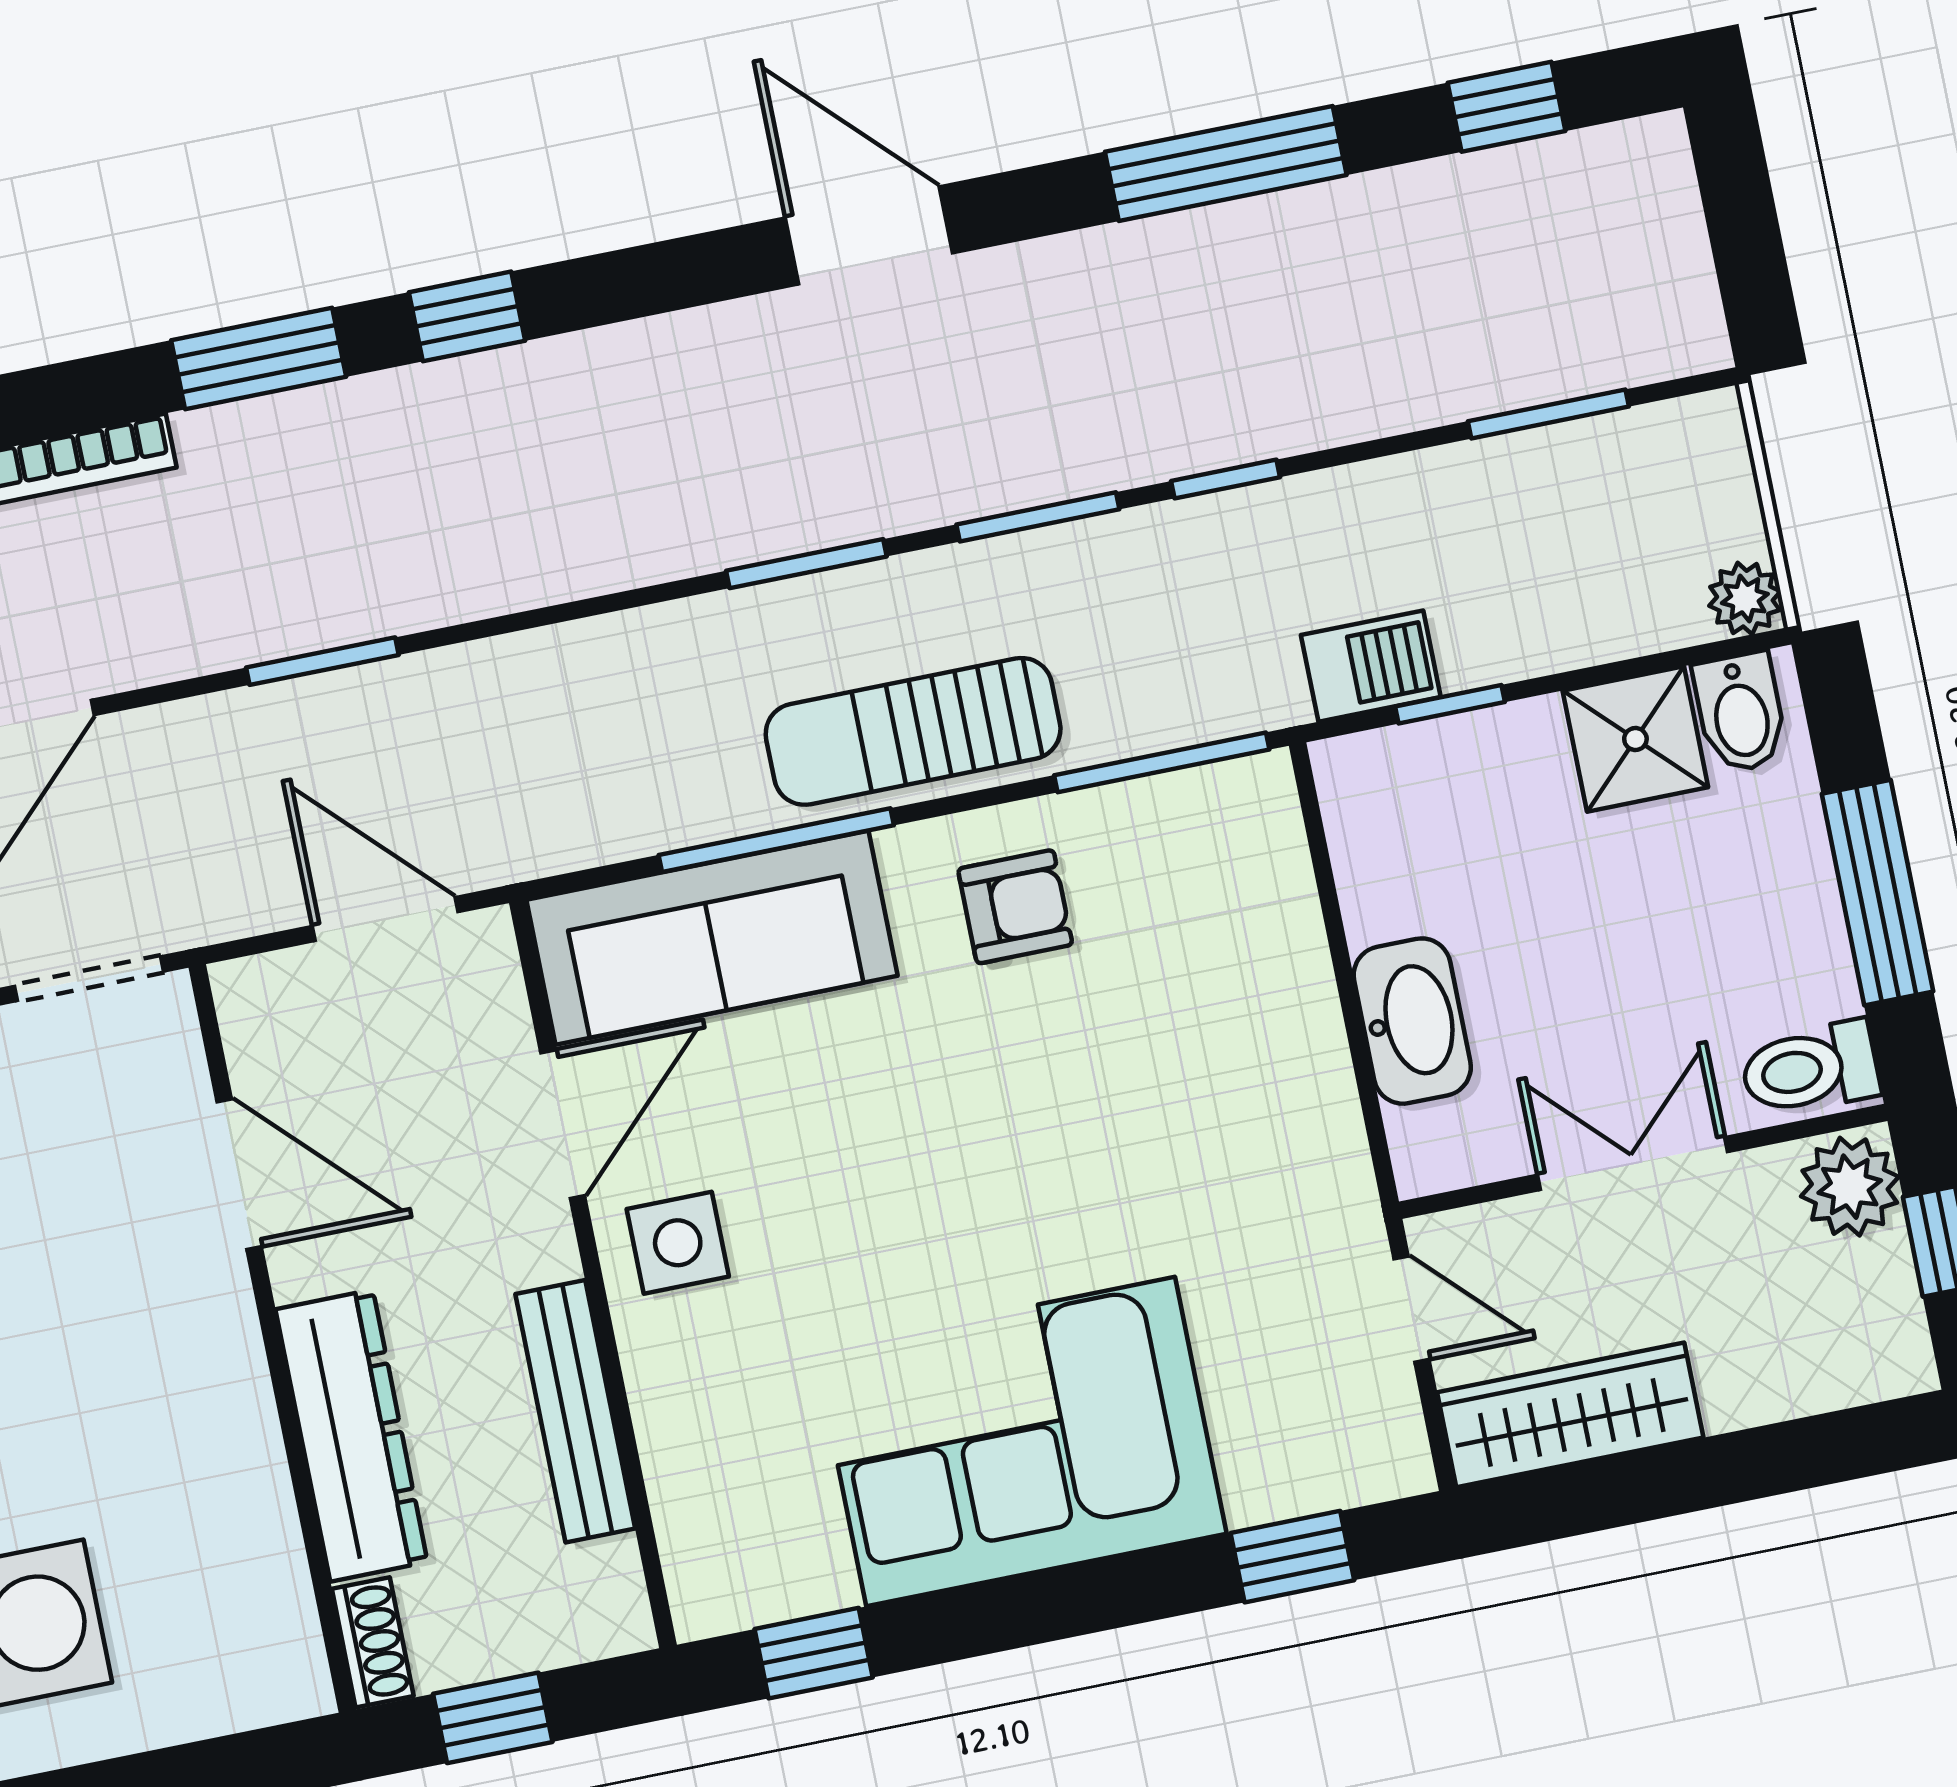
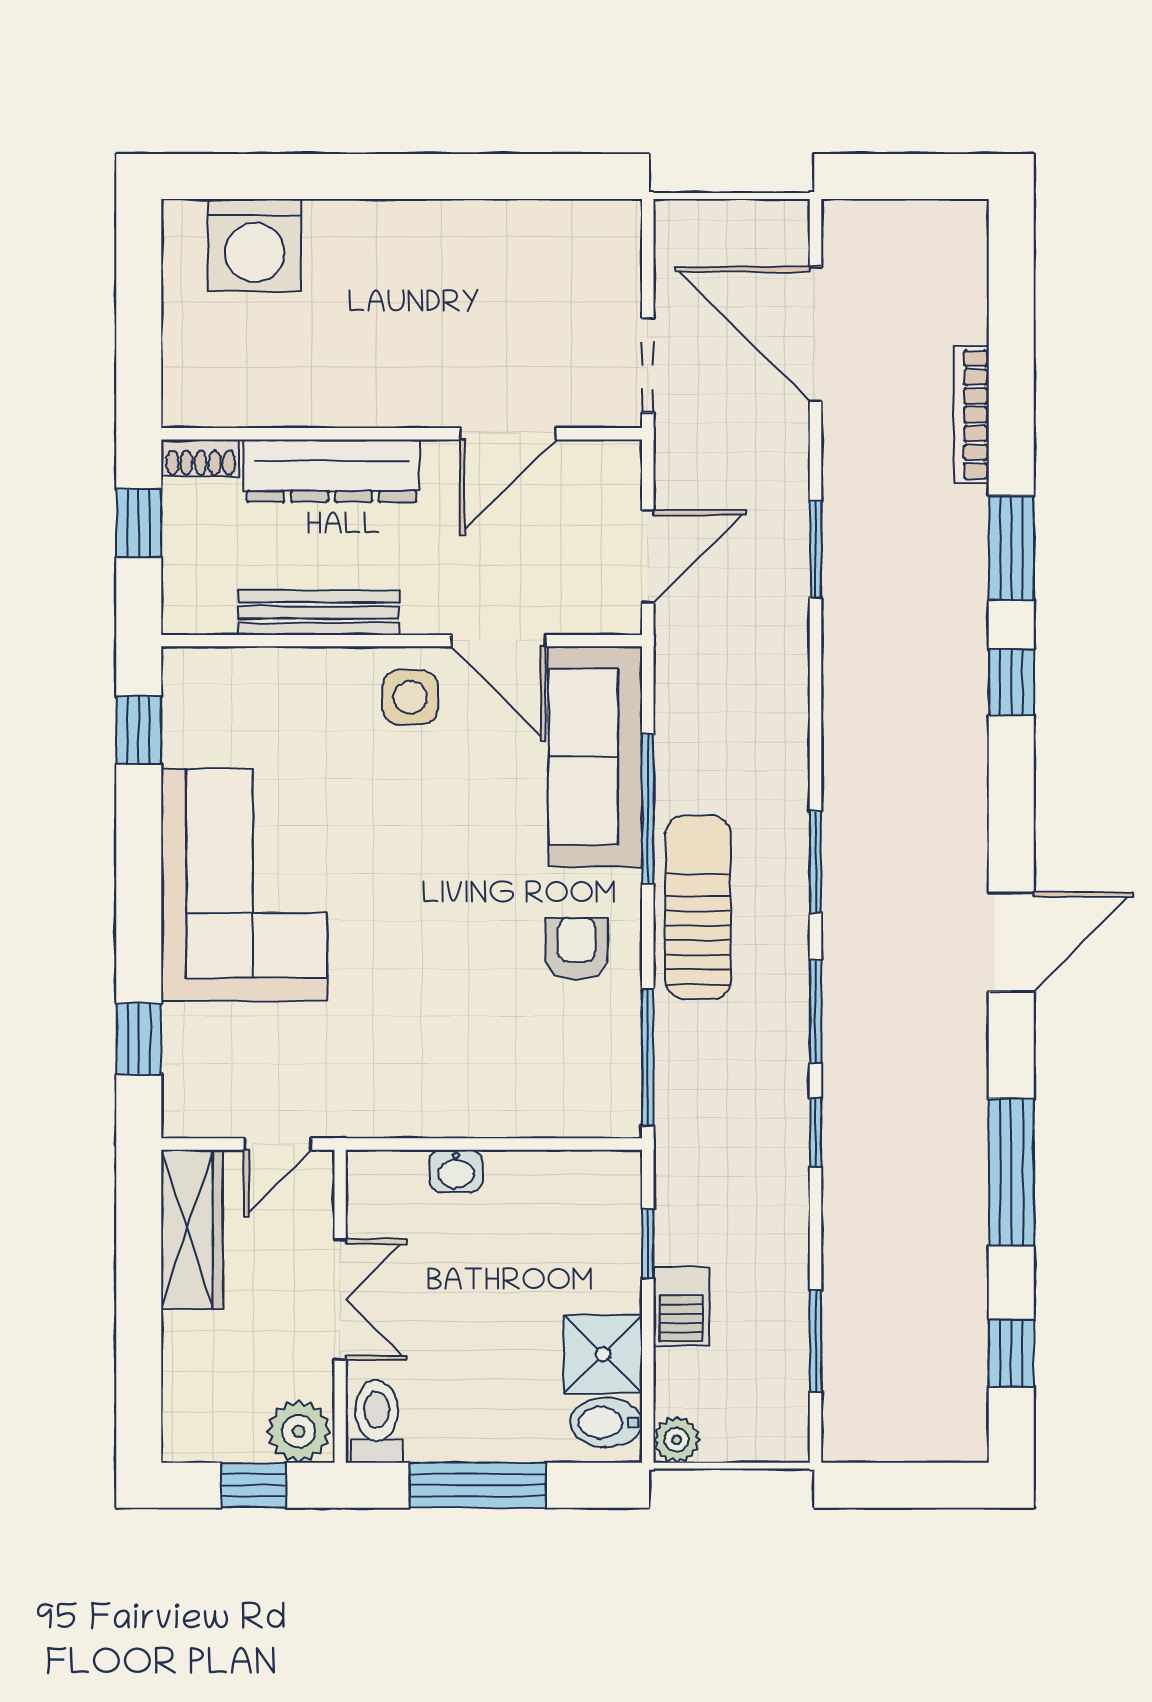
barbecue: (1371, 666) -> (681, 1307), moved
armchair: (1015, 907) -> (577, 949), turned 180
washbasin: (1412, 1021) -> (456, 1171), width x0.52, depth x0.69

